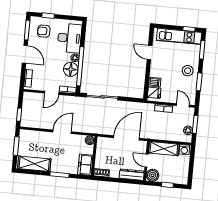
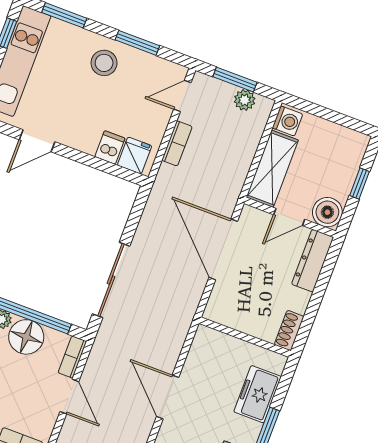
boiler: (90, 140) -> (205, 337), removed
freezer: (85, 165) -> (258, 394), moved, turned 90

